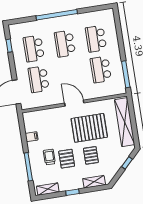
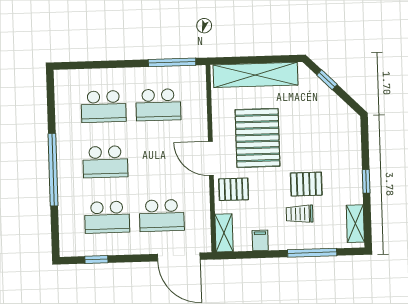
door: (74, 103) -> (211, 159), hinge flipped
pallet: (91, 155) -> (234, 189), moved
shelving: (94, 182) -> (224, 233), moved

